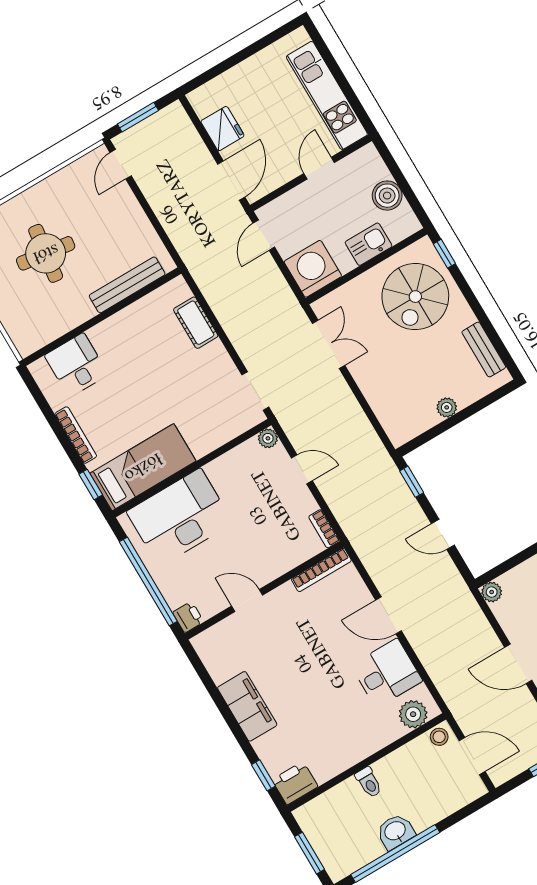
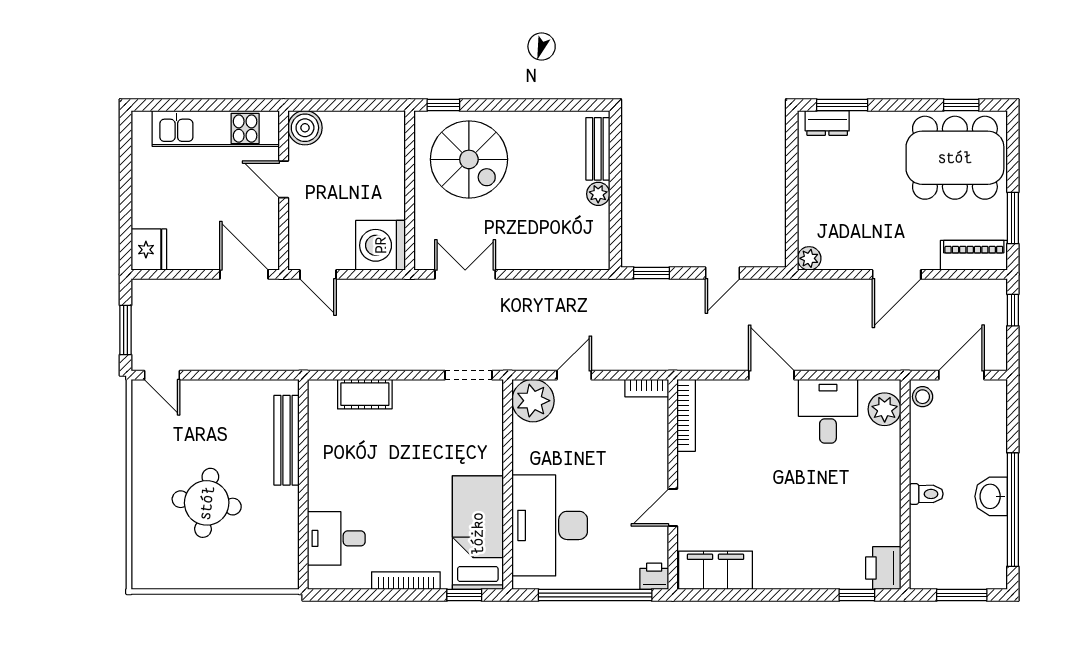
fridge: (222, 129) -> (149, 250), moved, turned 90
boiler: (387, 196) -> (305, 128), moved
kitchen sink: (369, 244) -> (389, 175), removed
bench: (484, 350) -> (598, 149), moved, turned 90
plant: (268, 438) -> (533, 401), width x1.87, depth x1.87
door: (389, 615) -> (771, 375), swing flipped
filing cabinet: (247, 706) -> (716, 570), moved

